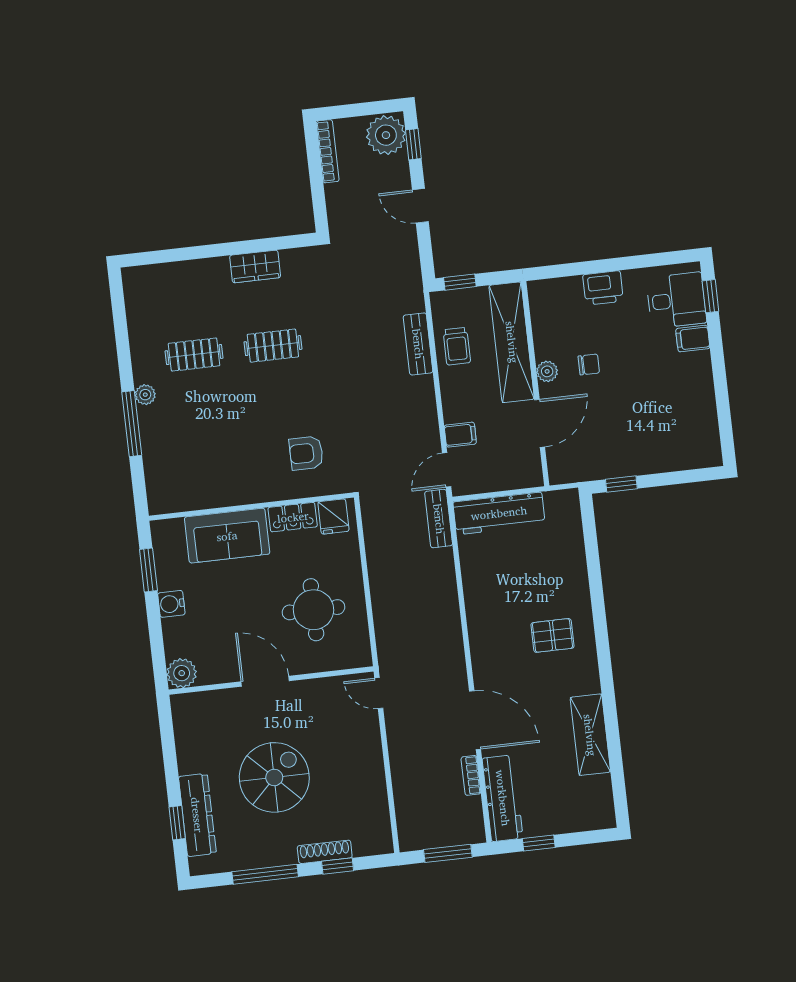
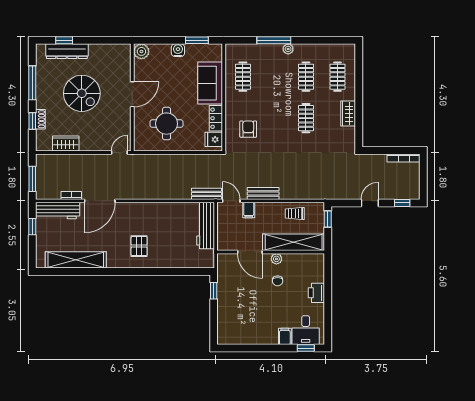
plant: (386, 135) -> (409, 189), removed
clothes rail: (187, 295) -> (338, 77), added
bench: (418, 344) -> (263, 194), moved
clothes rail: (208, 475) -> (243, 77), added
shelving: (590, 735) -> (76, 260), width x1.47
wardrobe: (373, 797) -> (66, 144), added
shoe rack: (325, 852) -> (40, 119), width x0.70

